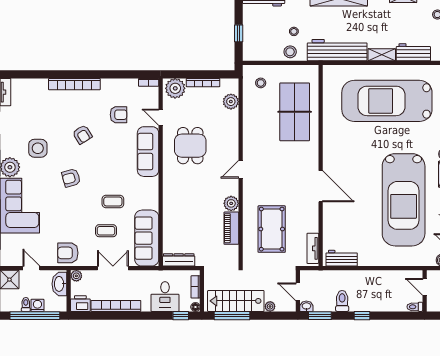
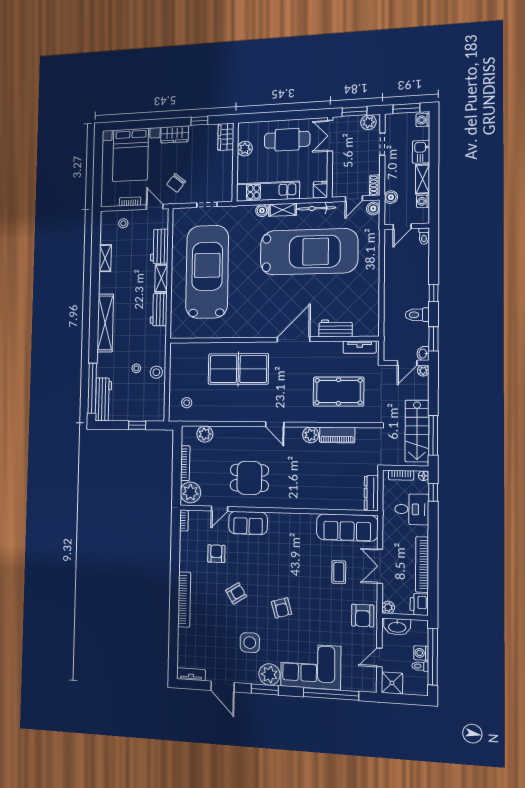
workbench: (337, 50) -> (159, 310), width x0.53, depth x0.76
car: (387, 101) -> (207, 272), turned 180
table tennis table: (295, 112) -> (238, 369), moved
sofa: (148, 152) -> (248, 523), width x0.73
coffee table: (113, 201) -> (307, 563), removed
workbench: (342, 258) -> (336, 328), moved, turned 90
plant: (270, 306) -> (423, 371), moved

